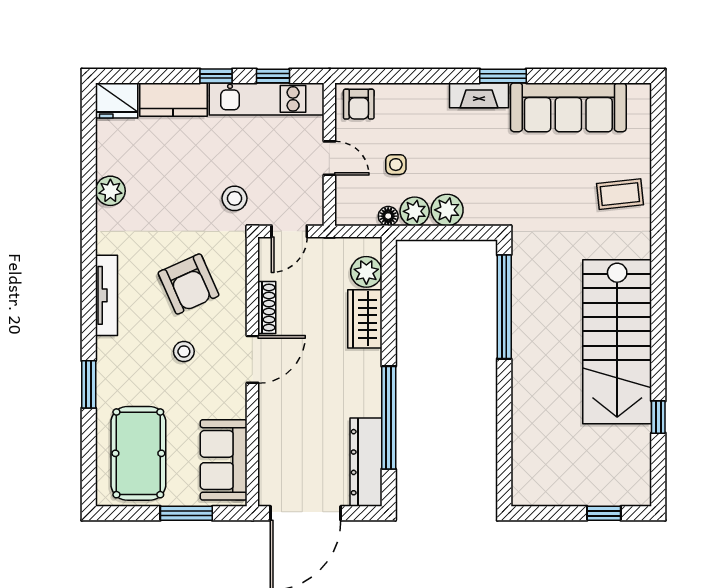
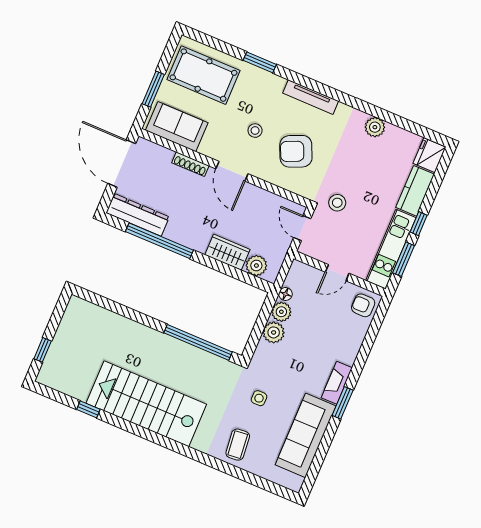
window: (273, 76) -> (404, 259), width x1.50
side table: (396, 165) -> (259, 398), moved
shoe rack: (267, 308) -> (190, 164), moved

